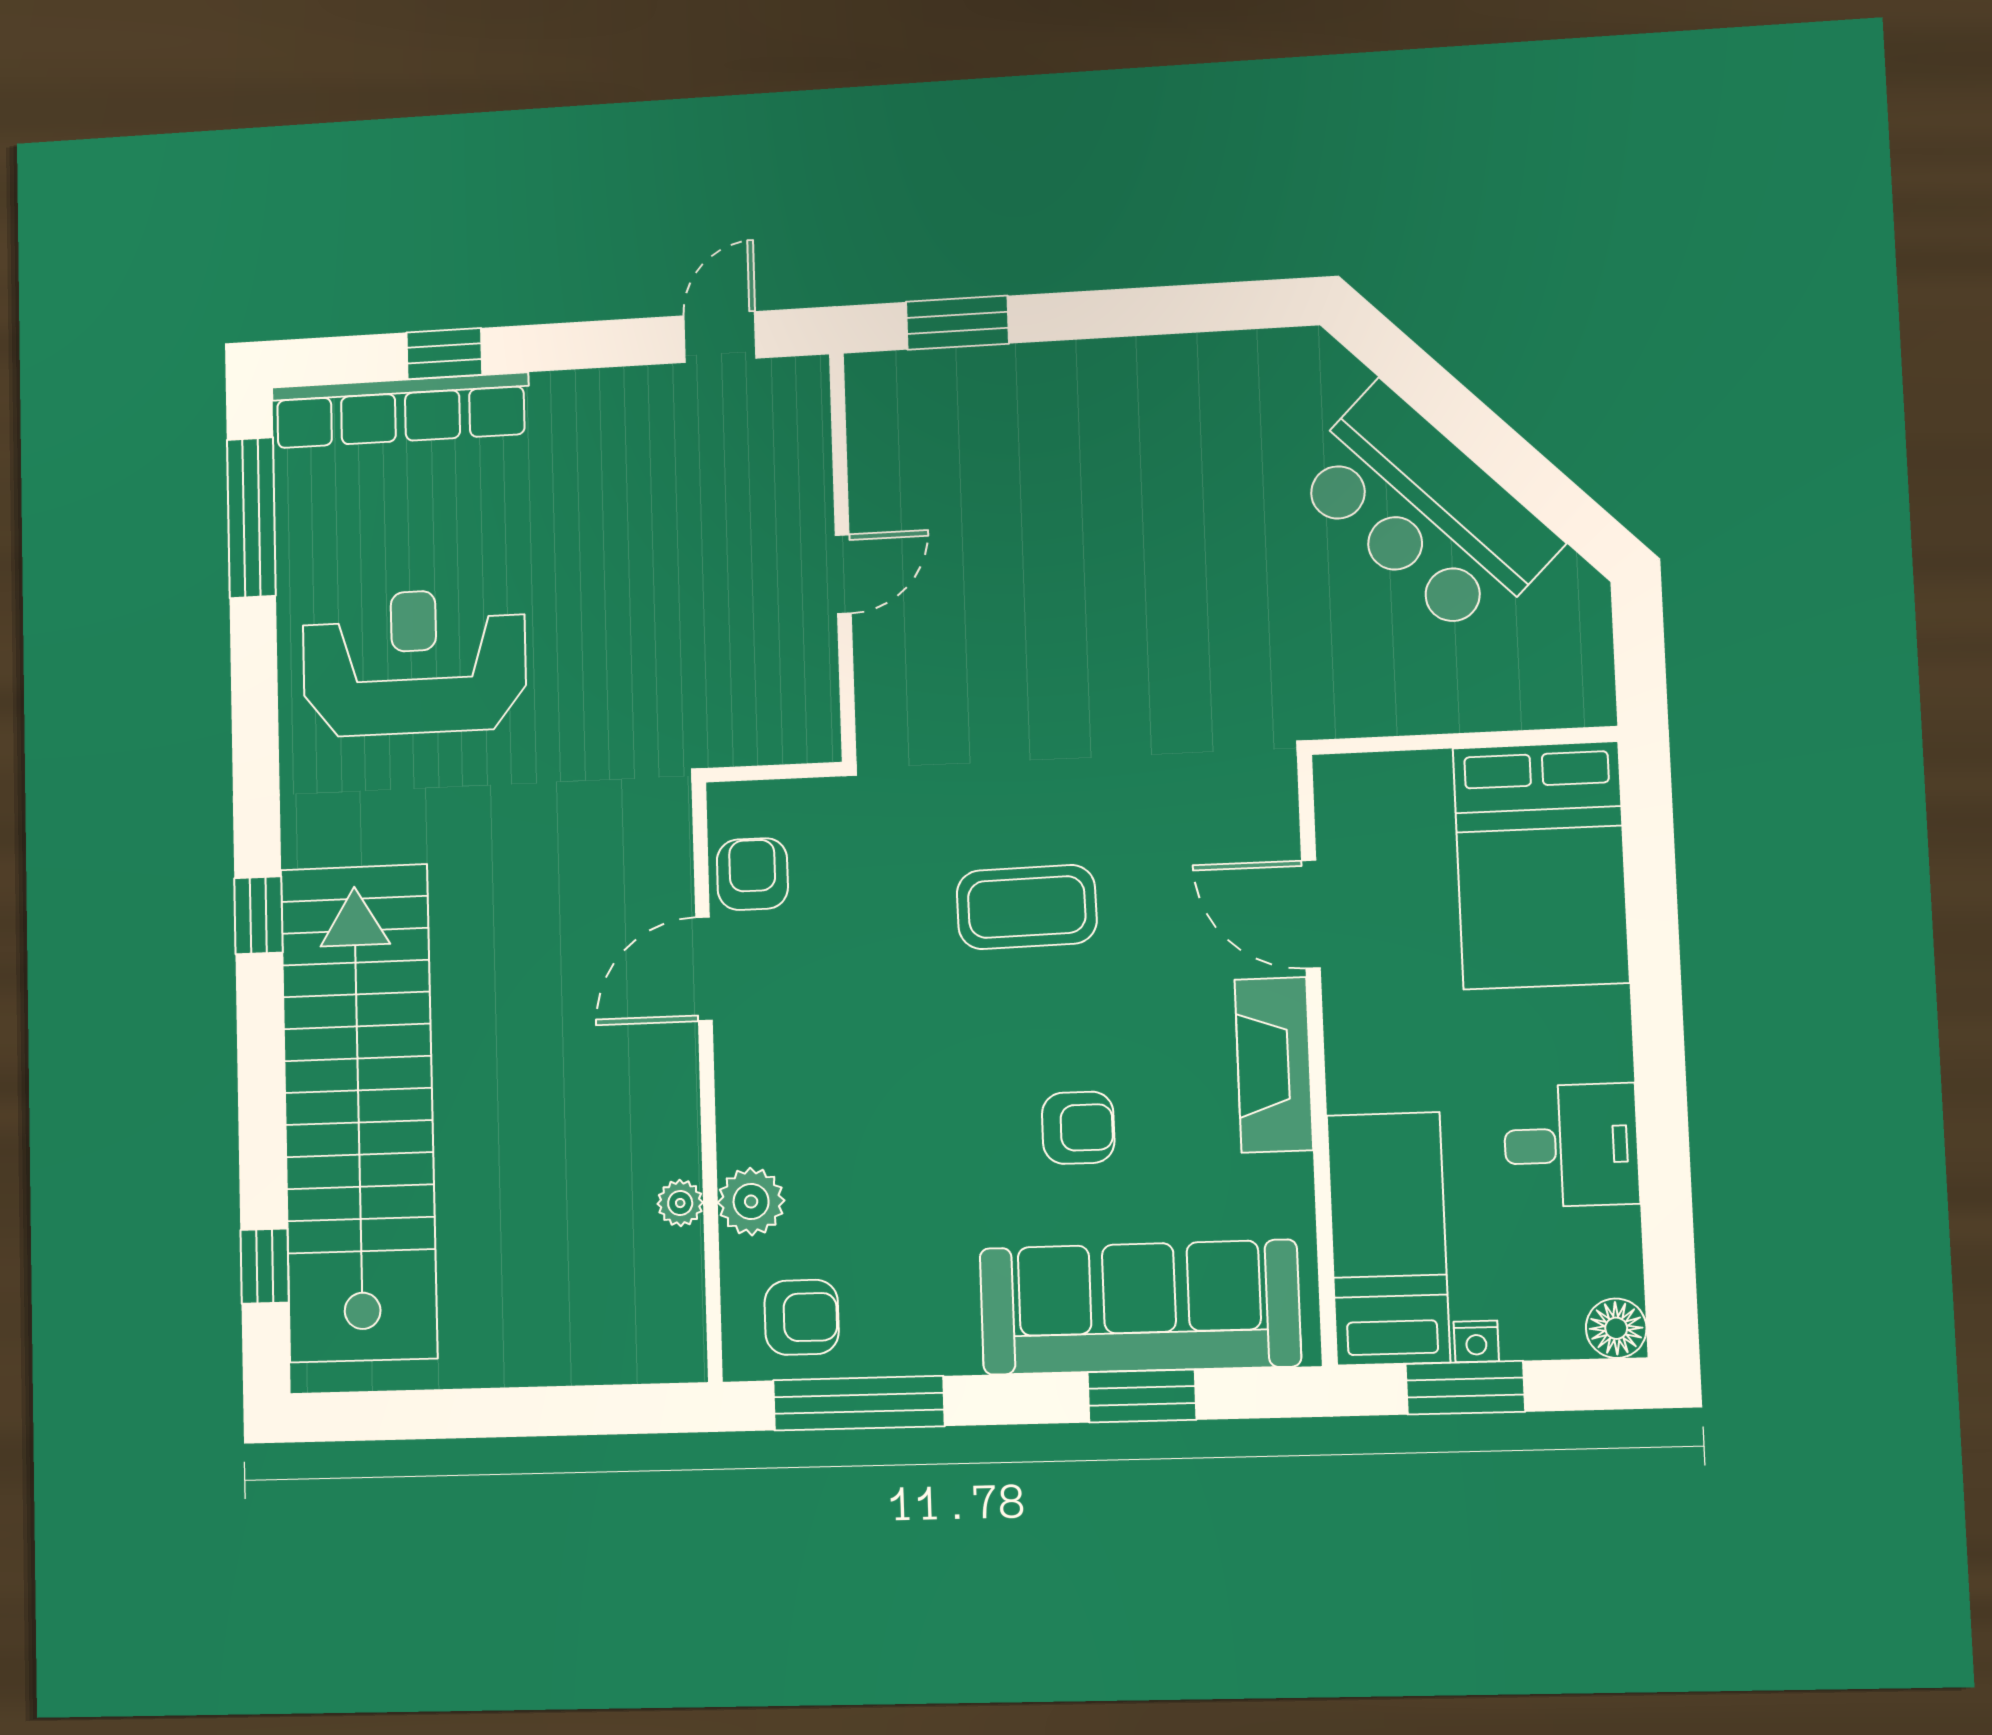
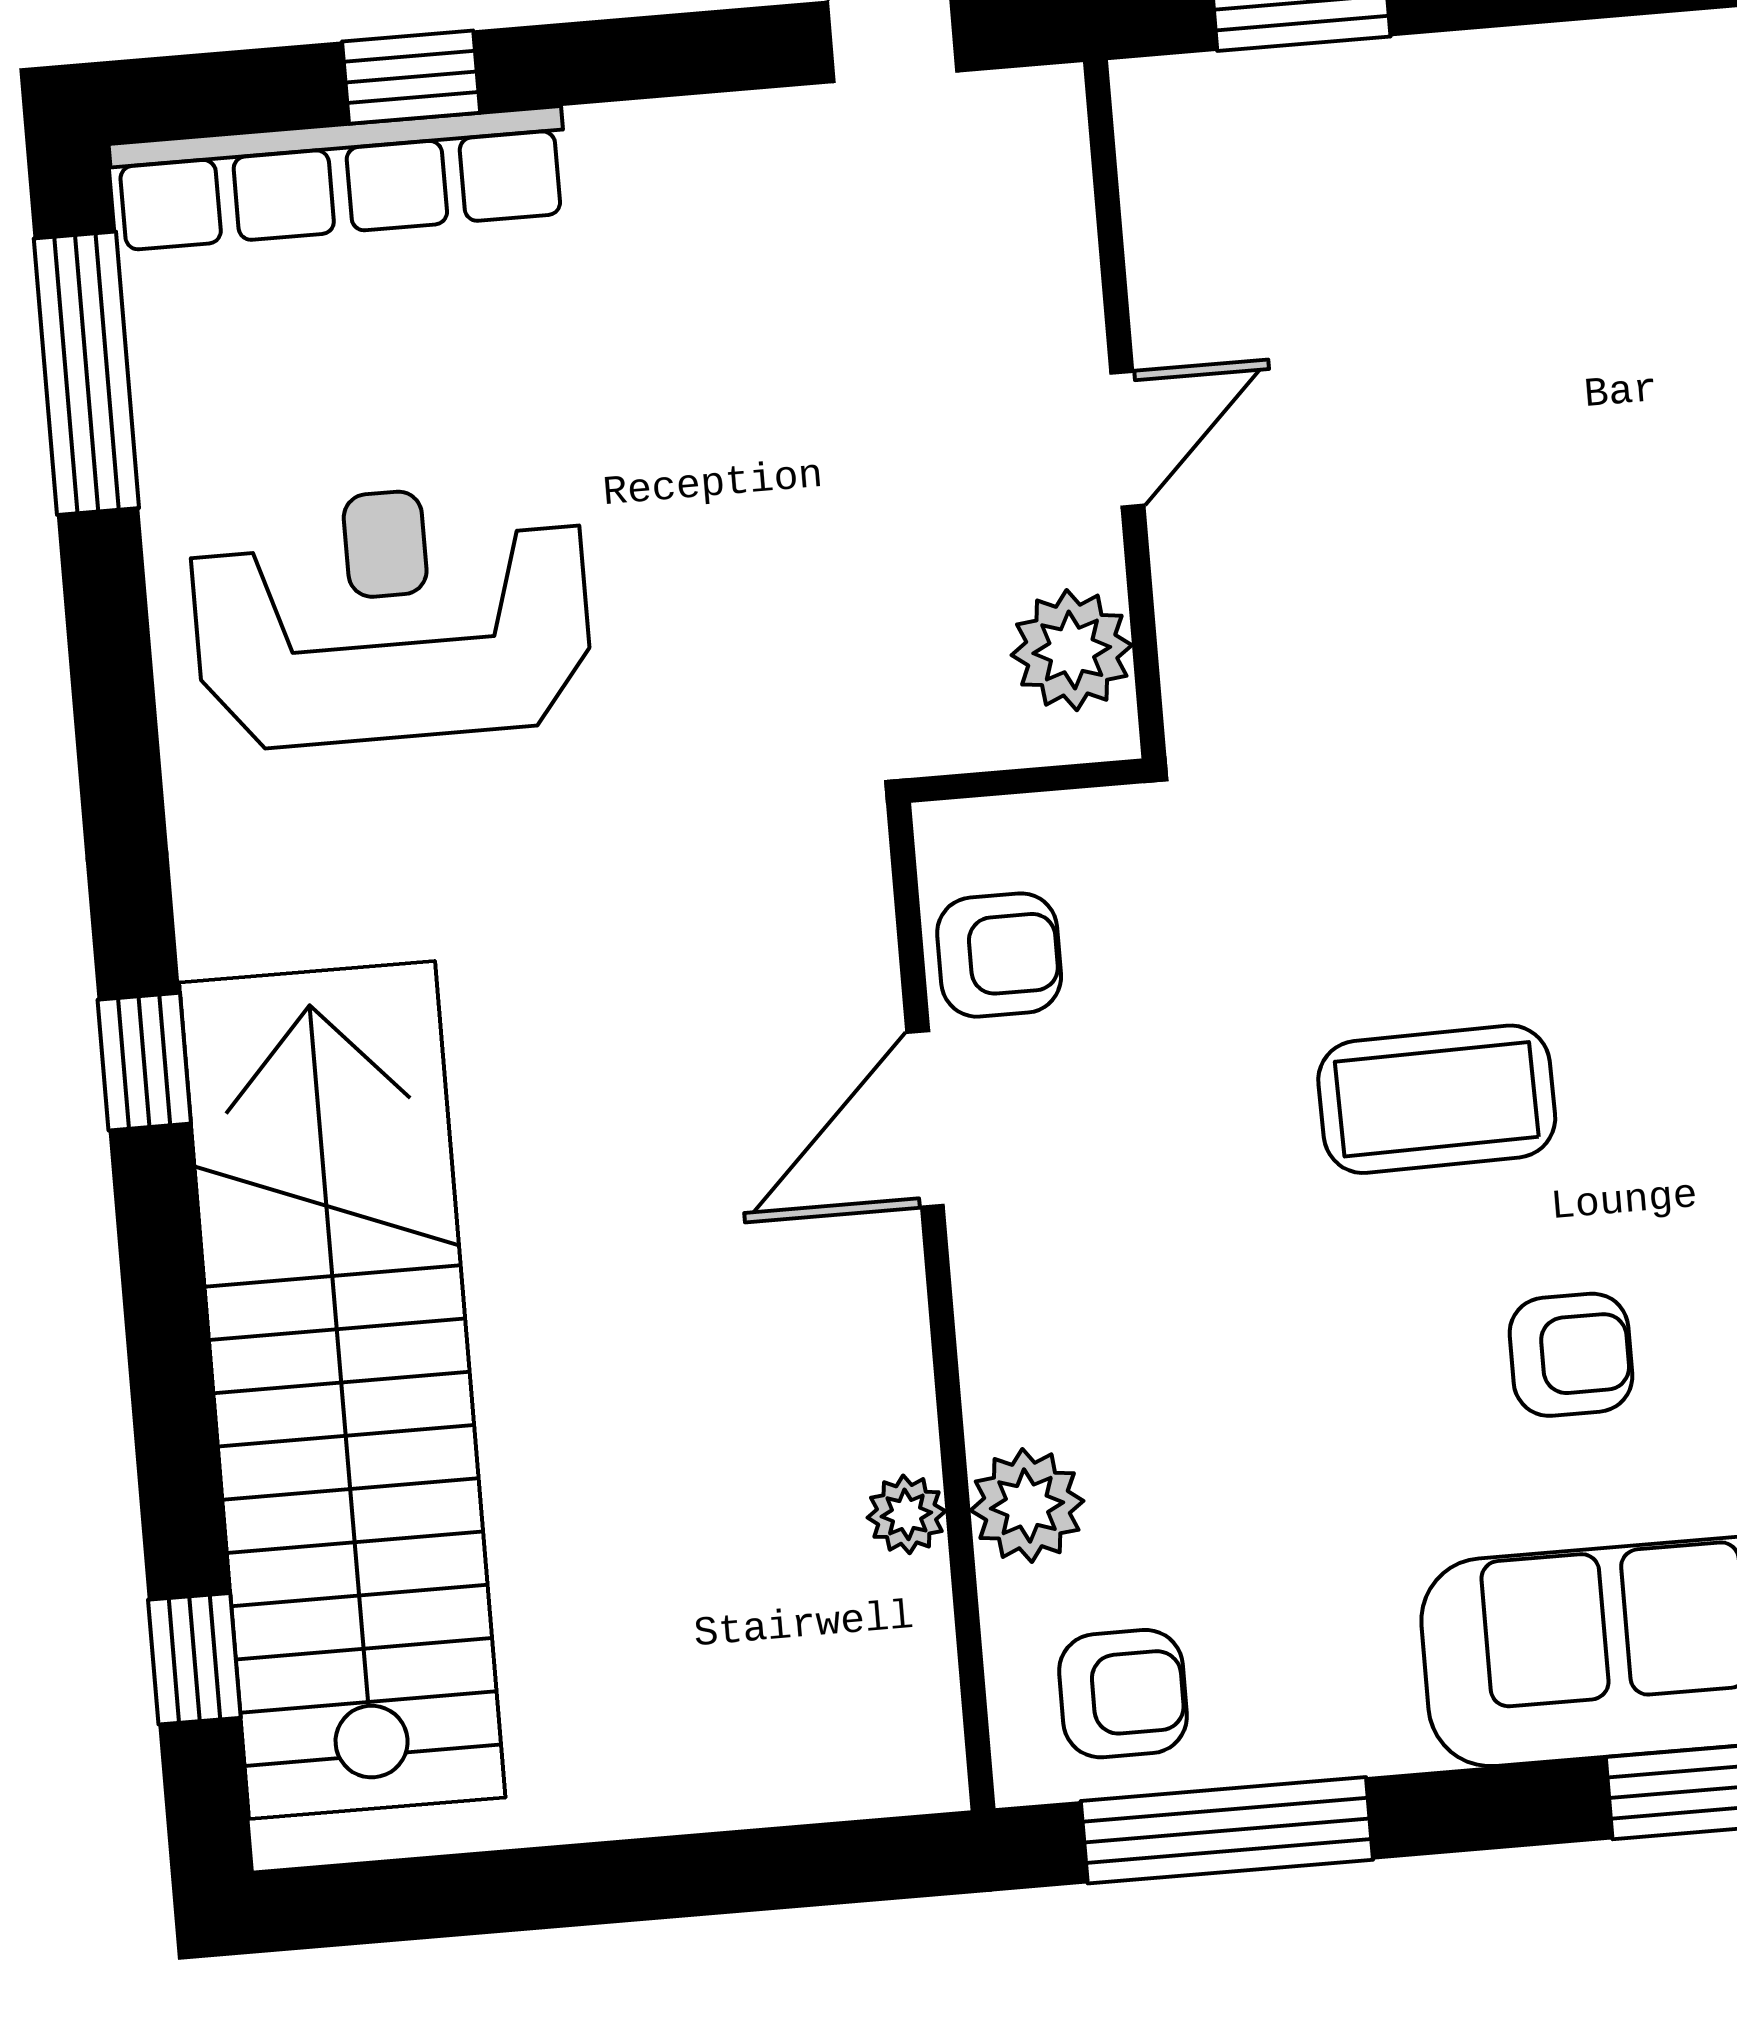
plant: (804, 697) -> (1072, 650), added
armchair: (752, 874) -> (999, 955), turned 90
coffee table: (1027, 907) -> (1437, 1099), moved

